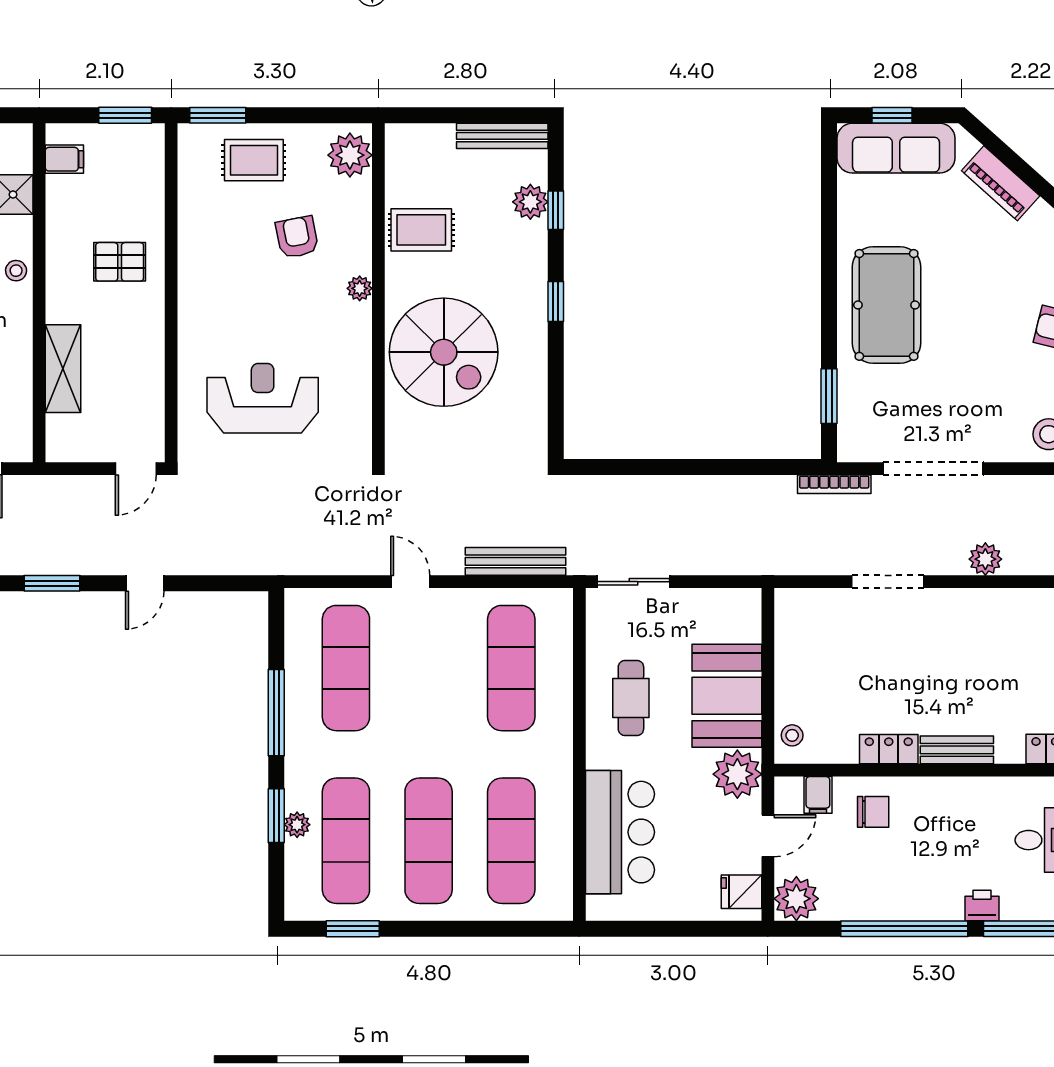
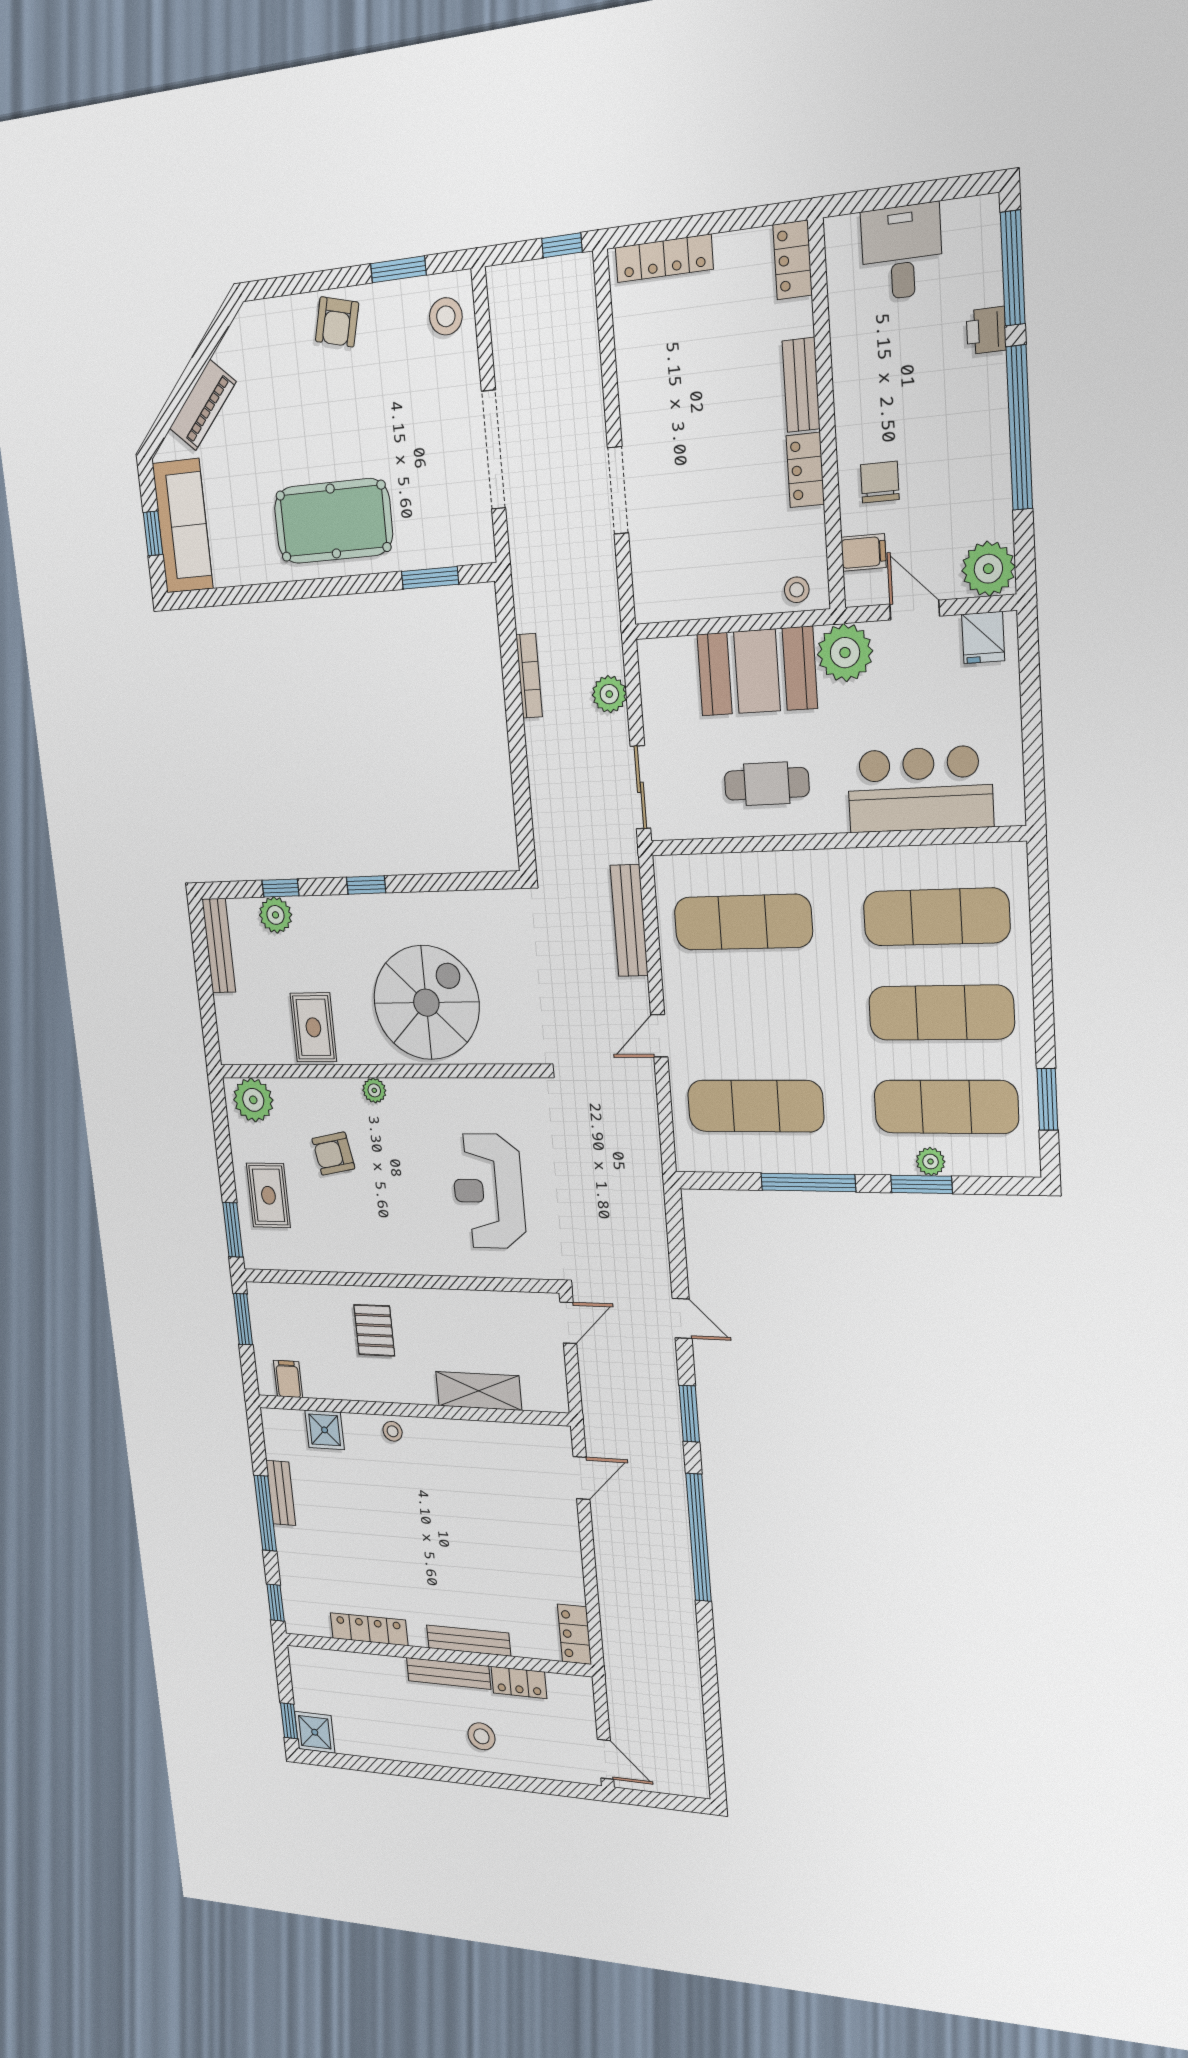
door: (136, 469) -> (568, 1323), hinge flipped
bookcase: (834, 484) -> (529, 676), moved
plant: (985, 559) -> (609, 694), moved

